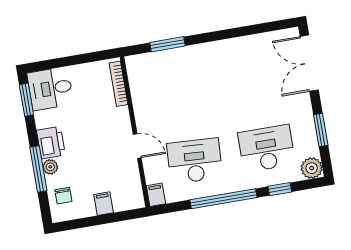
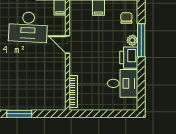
window: (167, 44) -> (19, 114), moved
desk: (50, 89) -> (123, 83), moved
window: (26, 100) -> (141, 91), removed

